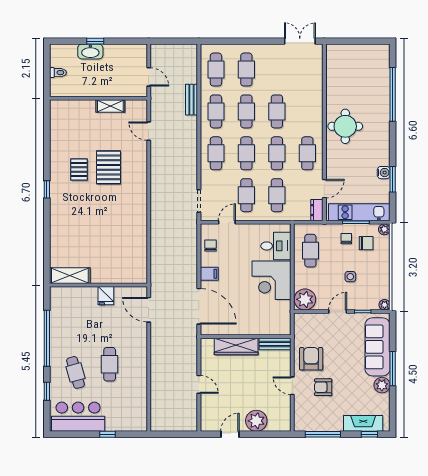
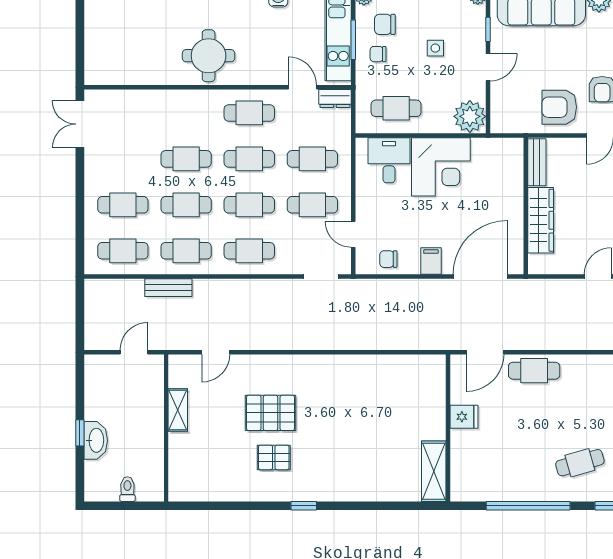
chair: (366, 243) -> (385, 24), turned -90
door: (338, 312) -> (488, 67), swing flipped
cafe table: (110, 364) -> (534, 371), moved

